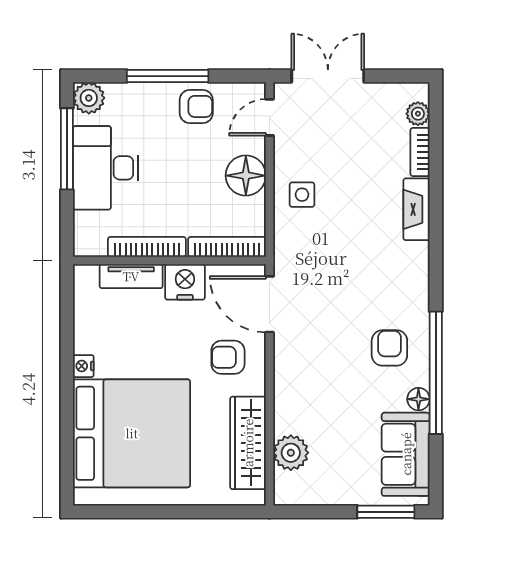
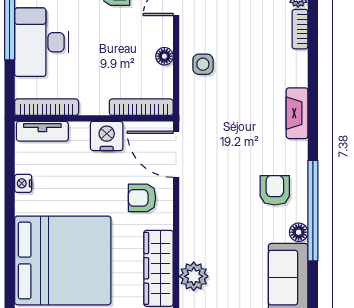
floor lamp: (246, 176) -> (164, 56), width x0.53, depth x0.53
fireplace: (417, 209) -> (297, 113), moved
bookcase: (147, 247) -> (47, 107), moved
tv unit: (131, 276) -> (42, 131), moved
nightstand: (83, 366) -> (23, 183), moved

